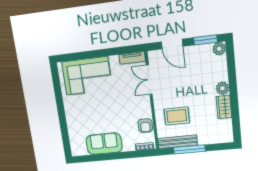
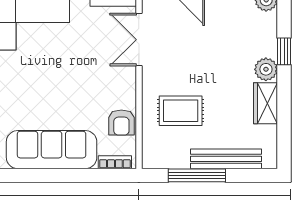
window: (232, 77) -> (284, 51), added
bench: (178, 142) -> (226, 159), moved
sofa: (104, 144) -> (52, 150), width x1.36

